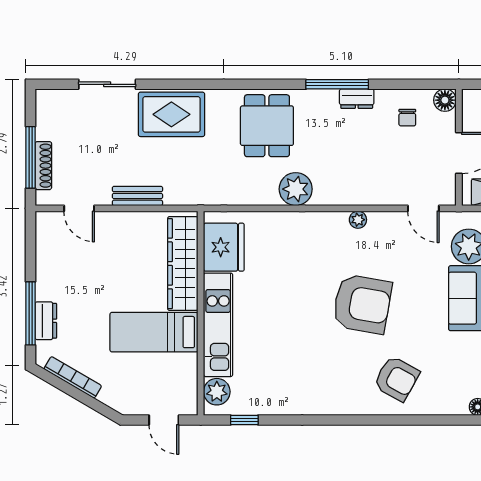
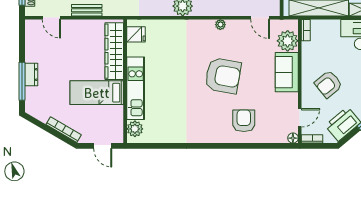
fridge: (224, 247) -> (136, 34), width x0.53, depth x0.75
dresser: (46, 321) -> (31, 75), moved
bookcase: (73, 377) -> (64, 130), moved
armchair: (396, 379) -> (244, 121), turned -119
window: (244, 420) -> (152, 146), removed

